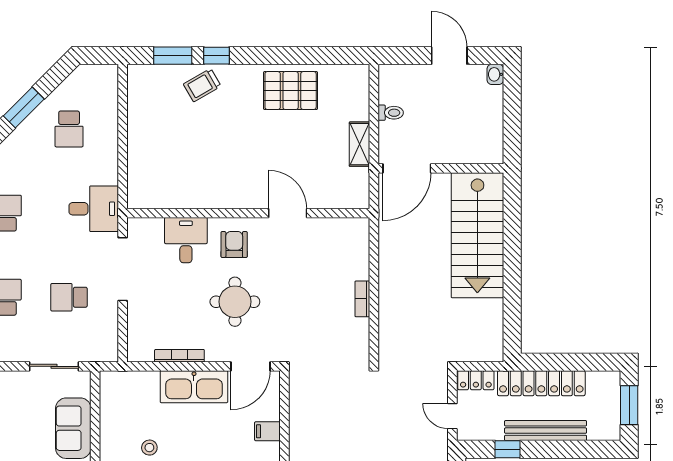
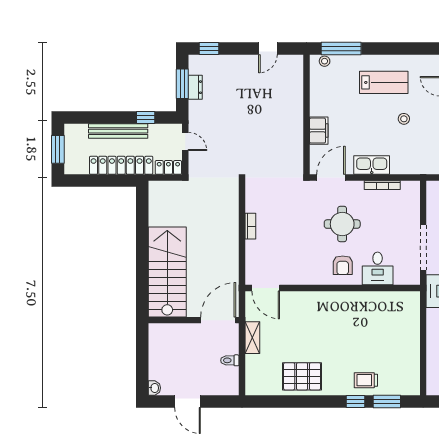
trolley: (202, 85) -> (366, 380), turned -150
door: (288, 213) -> (266, 288), moved
kitchen sink: (194, 387) -> (372, 165), width x0.73, depth x0.81
filing cabinet: (267, 431) -> (319, 131), width x2.00

